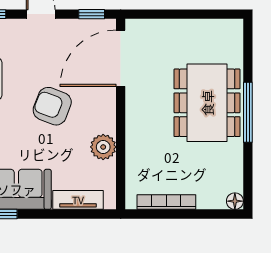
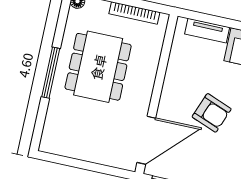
dining table: (207, 103) -> (98, 67), moved
plant: (103, 147) -> (177, 70), removed

